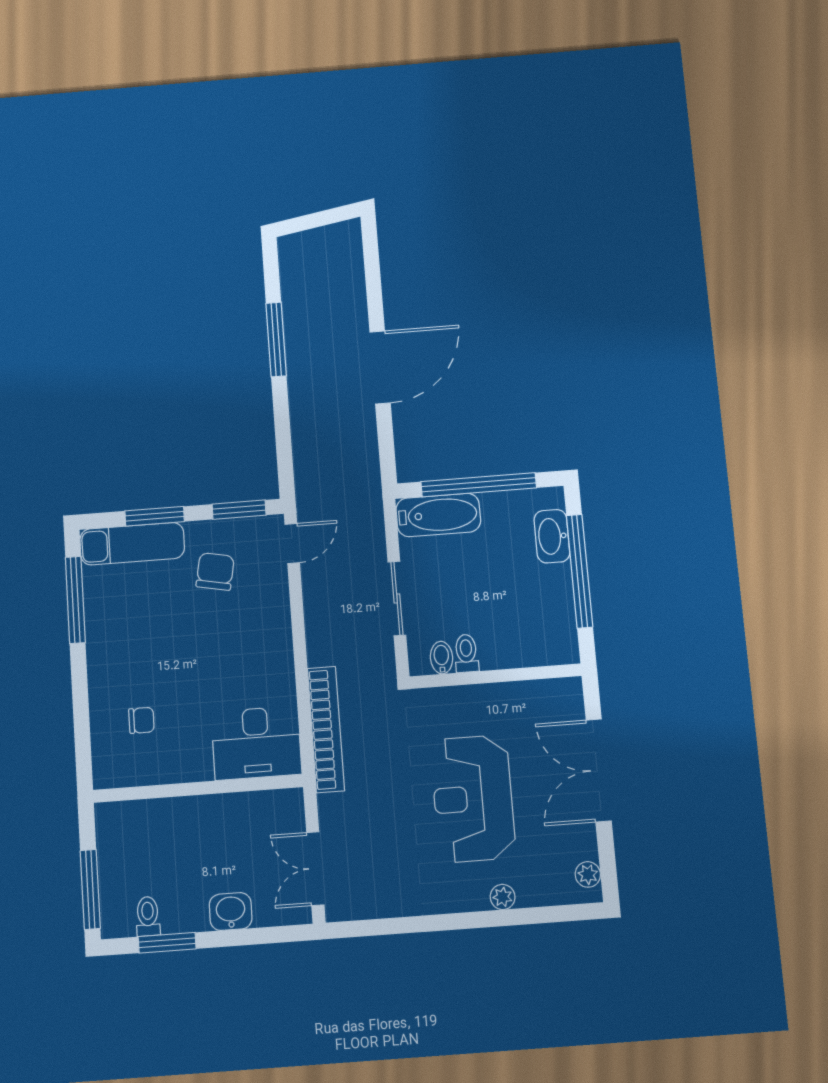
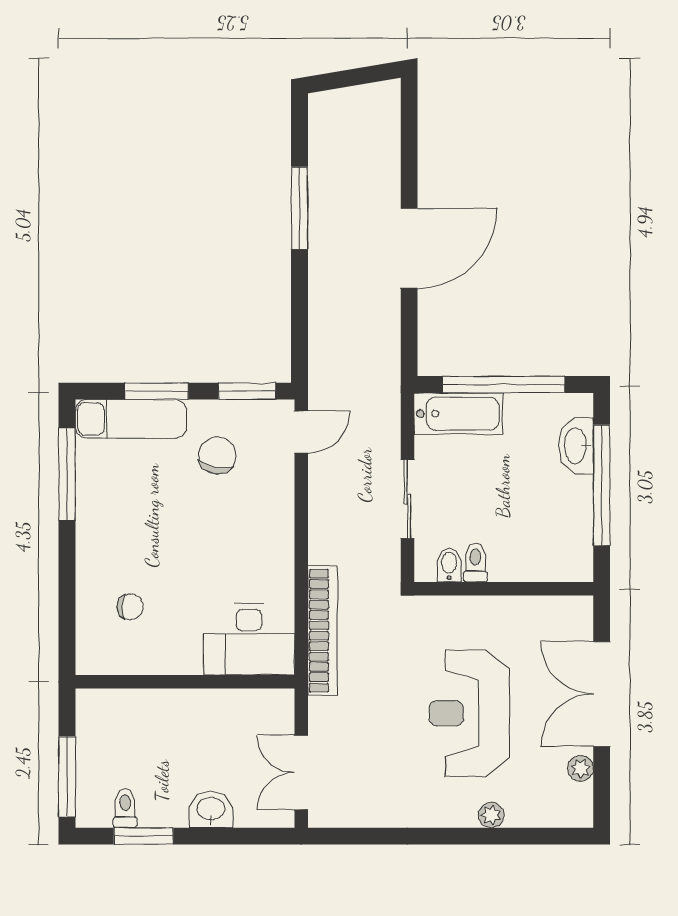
plant: (588, 874) -> (580, 768), moved

